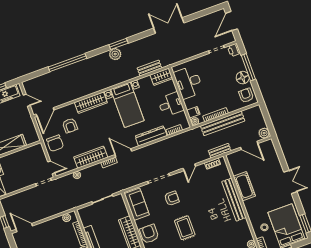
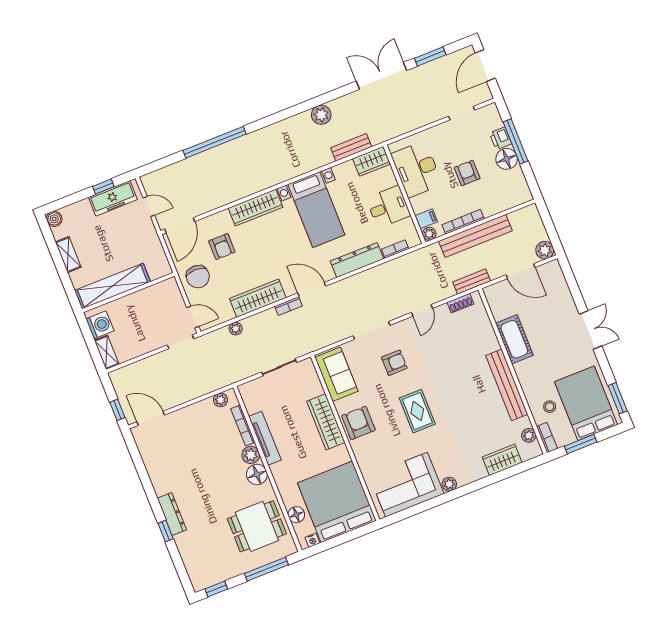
window: (119, 44) -> (430, 56), moved
printer: (234, 50) -> (501, 138), moved
plant: (115, 54) -> (321, 115), moved
armchair: (246, 95) -> (467, 173), moved
bench: (234, 200) -> (507, 385), moved

